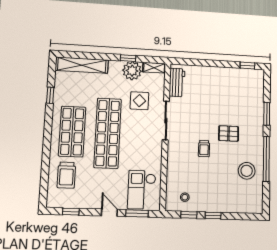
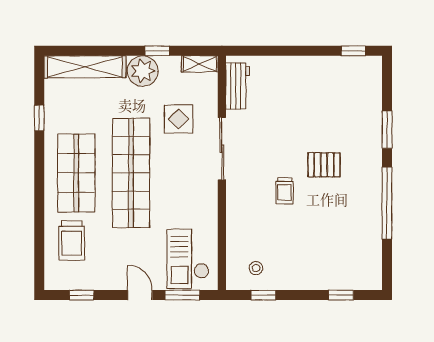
plant: (132, 71) -> (143, 71), moved
stool: (247, 171) -> (355, 223), removed
window: (213, 216) -> (341, 295), moved

